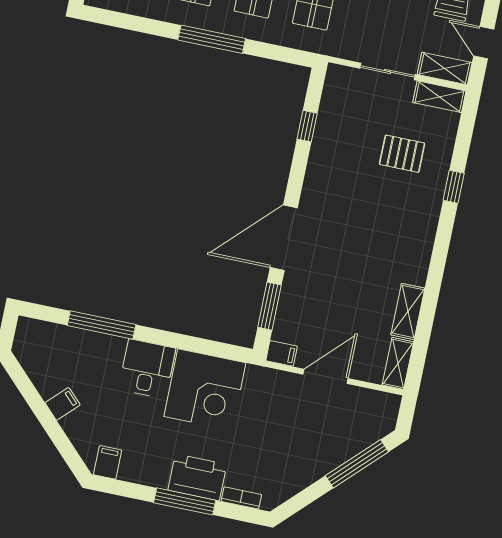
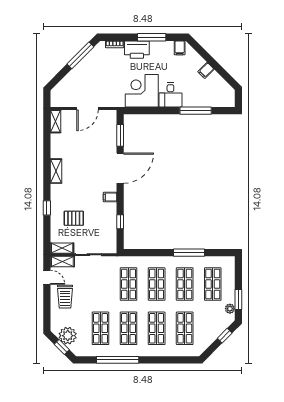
window: (212, 39) -> (189, 253), moved
shelving: (408, 311) -> (56, 171), moved
filing cabinet: (282, 353) -> (110, 197), moved
window: (357, 464) -> (80, 55), moved
window: (185, 501) -> (152, 37), moved

